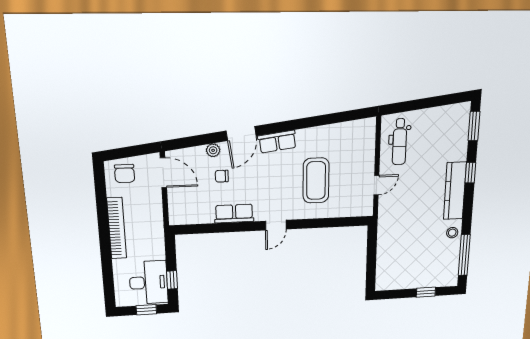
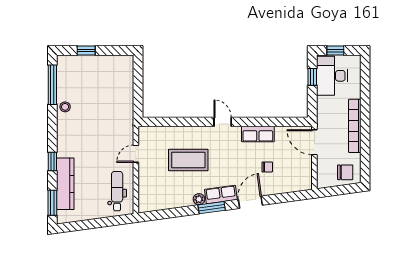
window: (288, 126) -> (212, 208), added
plant: (213, 150) -> (199, 199), moved
door: (163, 173) -> (314, 142), moved
chair: (125, 174) -> (345, 172), turned 90
coffee table: (316, 181) -> (188, 160), turned 90
kitchen counter: (455, 191) -> (65, 184), moved
door: (276, 225) -> (223, 122), hinge flipped

